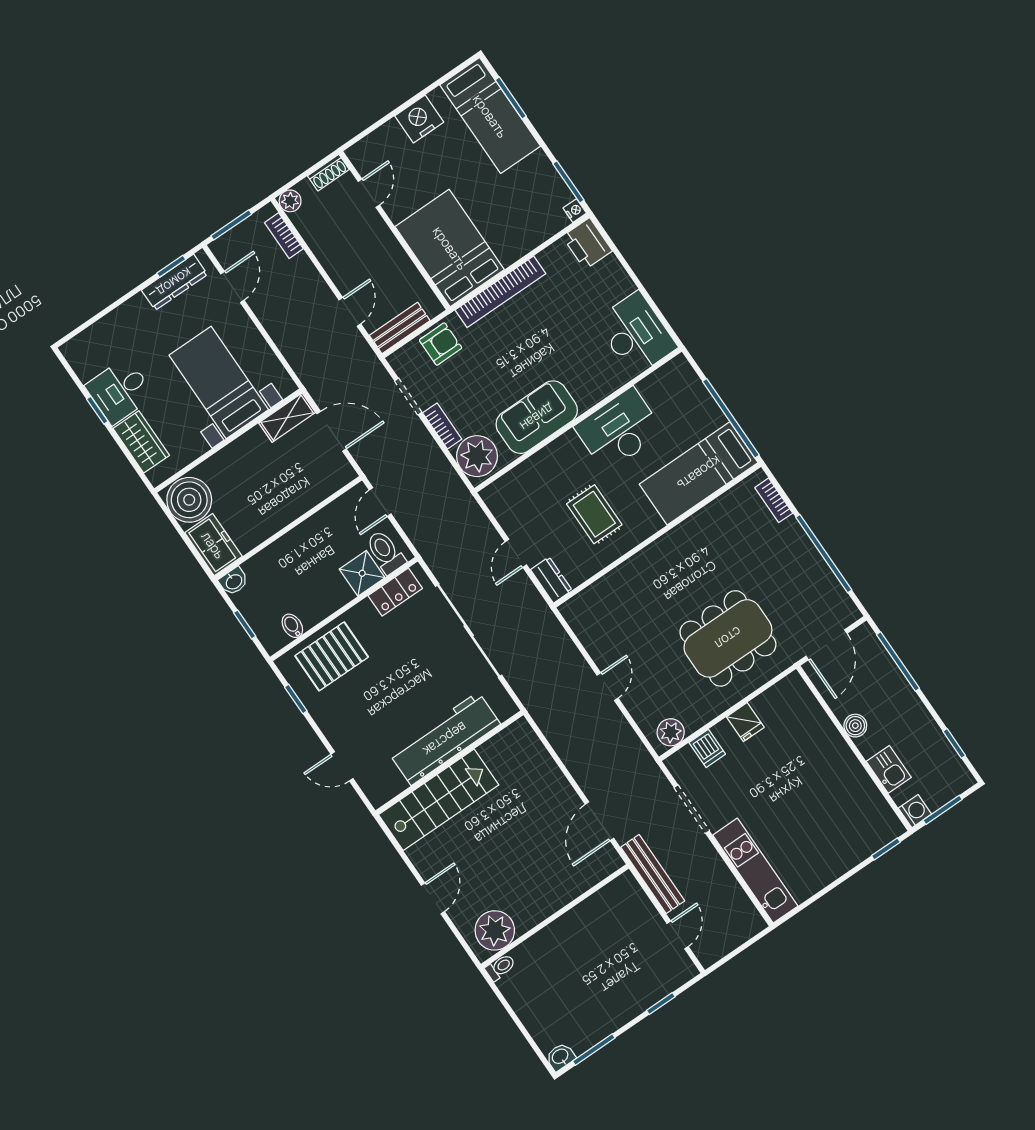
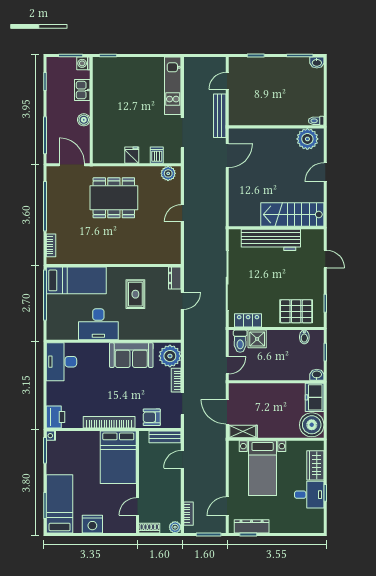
door: (826, 645) -> (72, 165), hinge flipped

